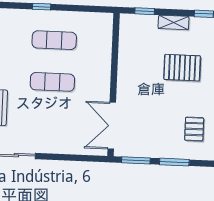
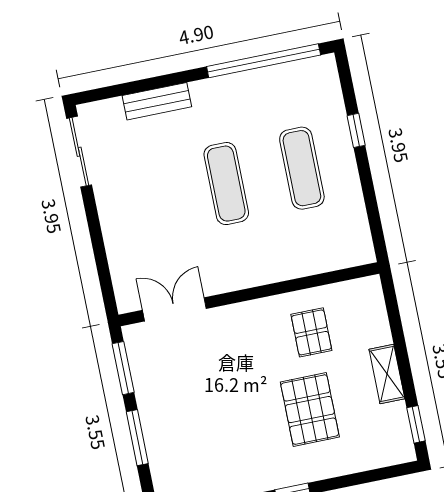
window: (145, 11) -> (394, 317), removed
double door: (112, 126) -> (174, 309), width x0.73
pallet: (194, 129) -> (311, 332), moved, turned 90

